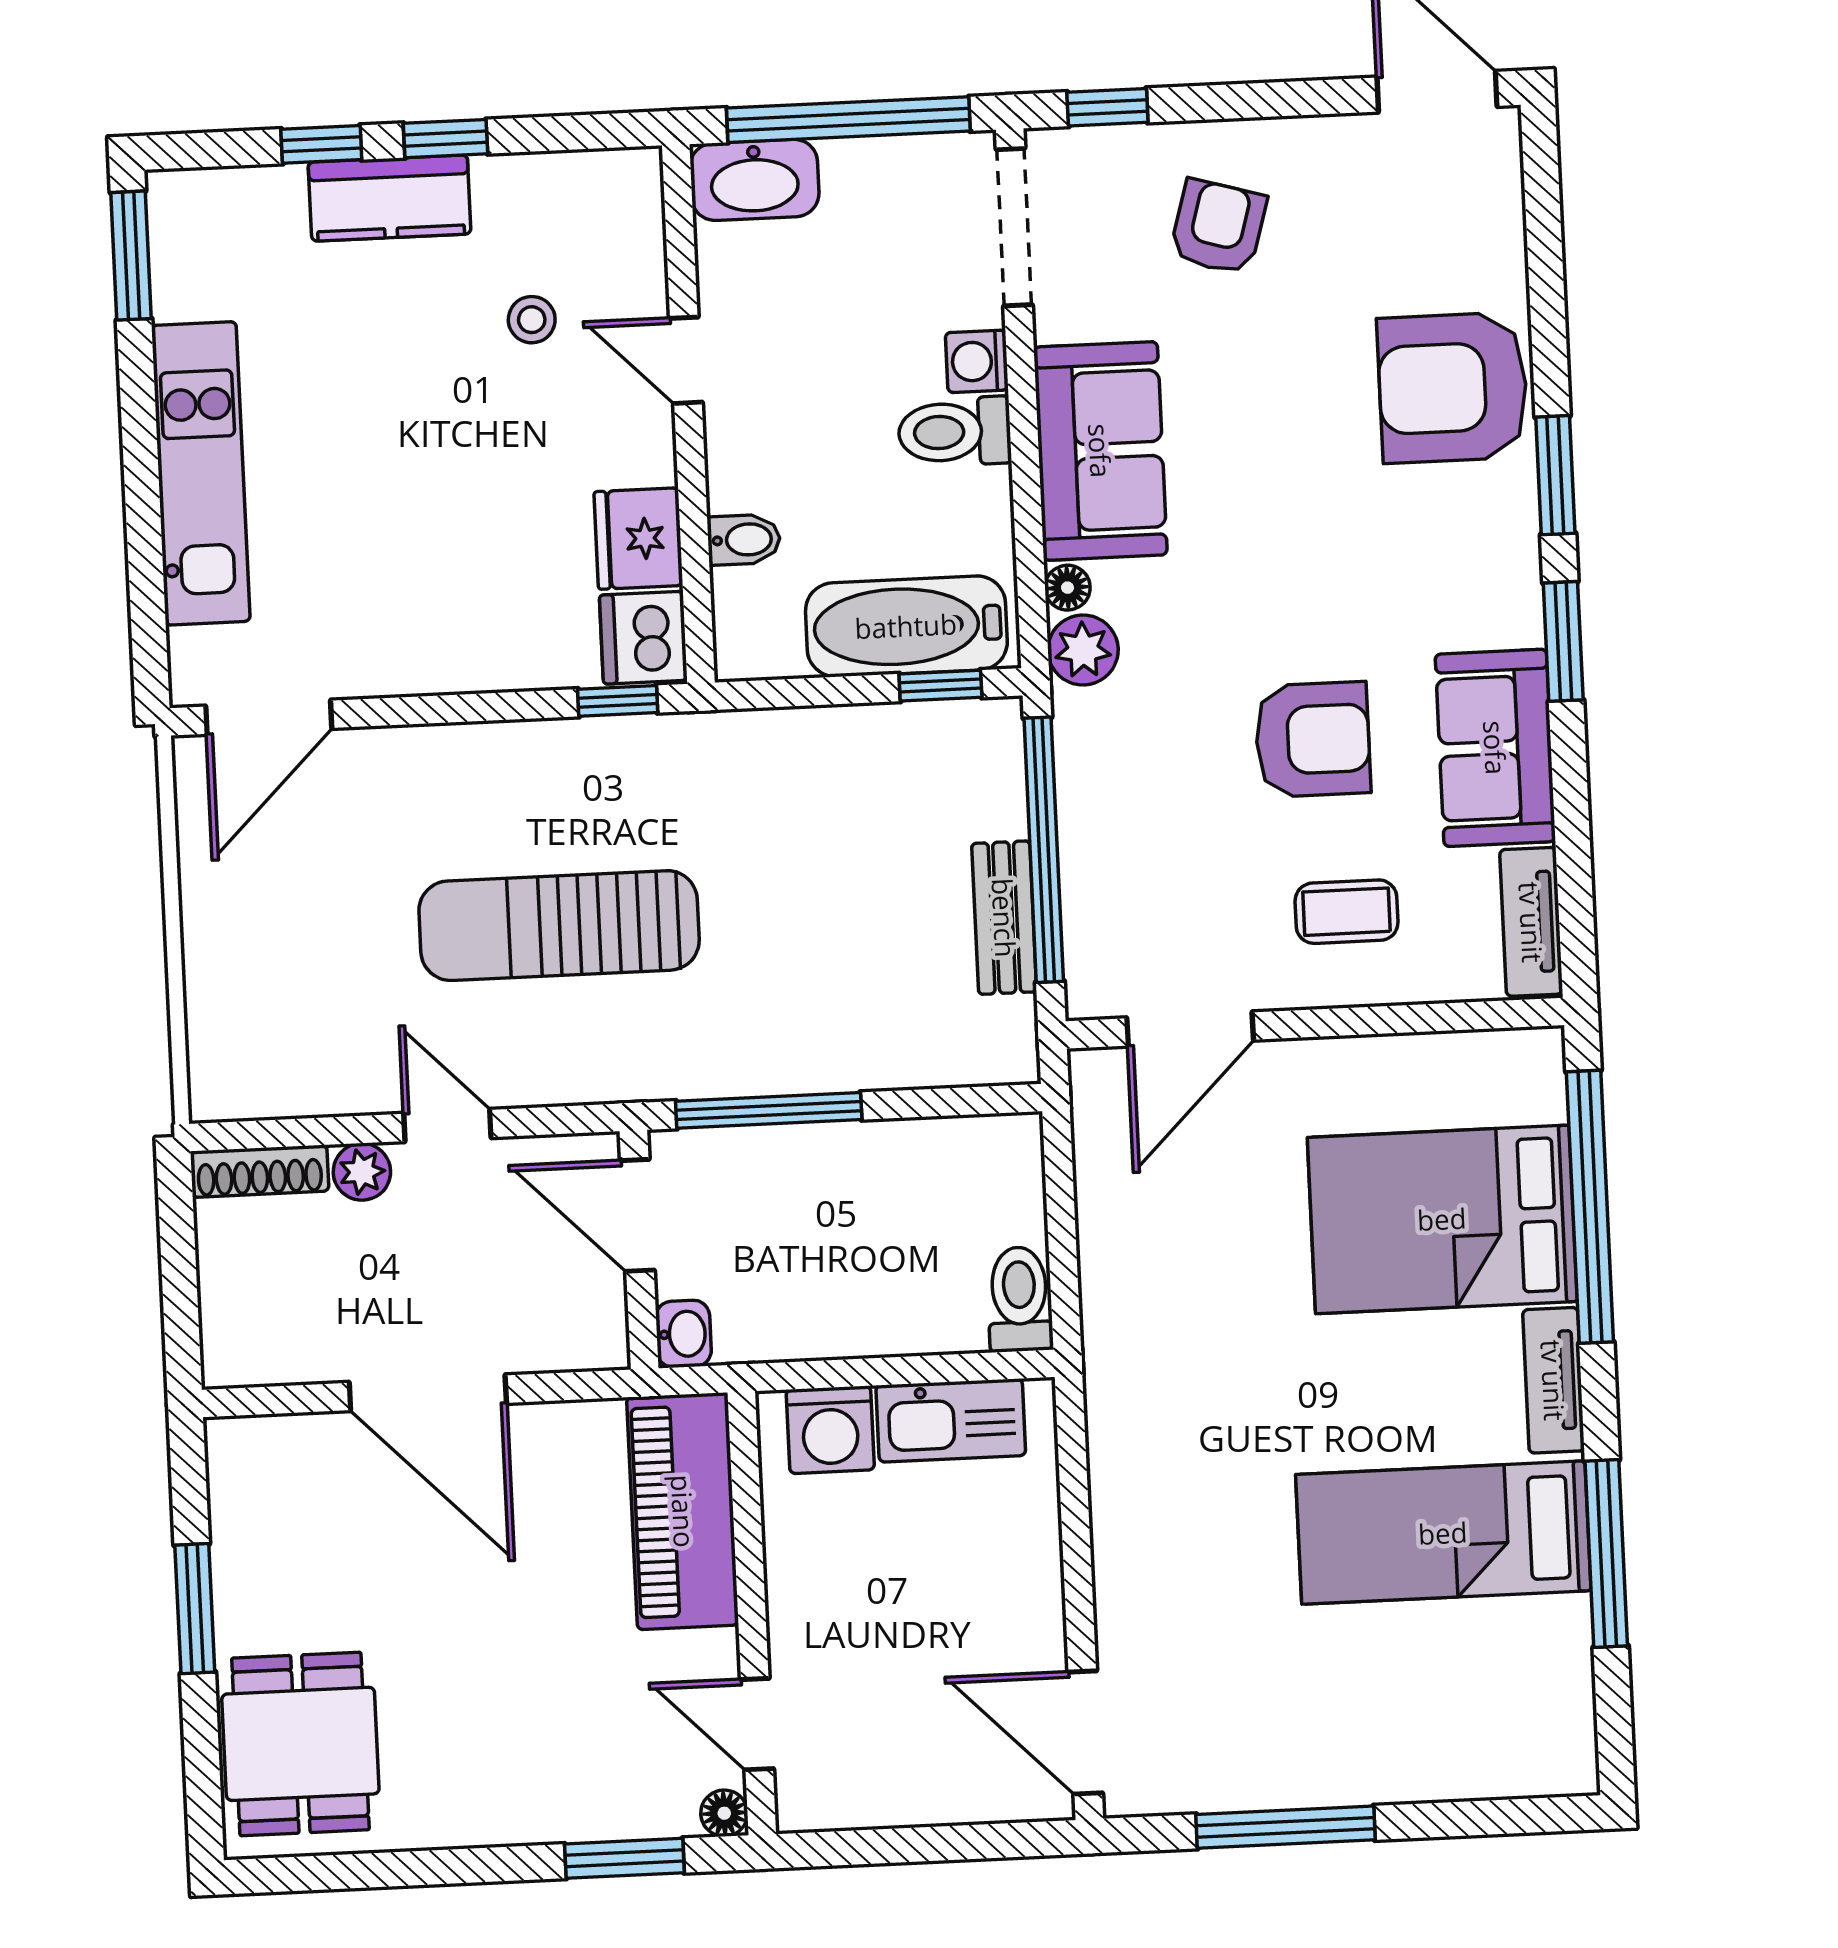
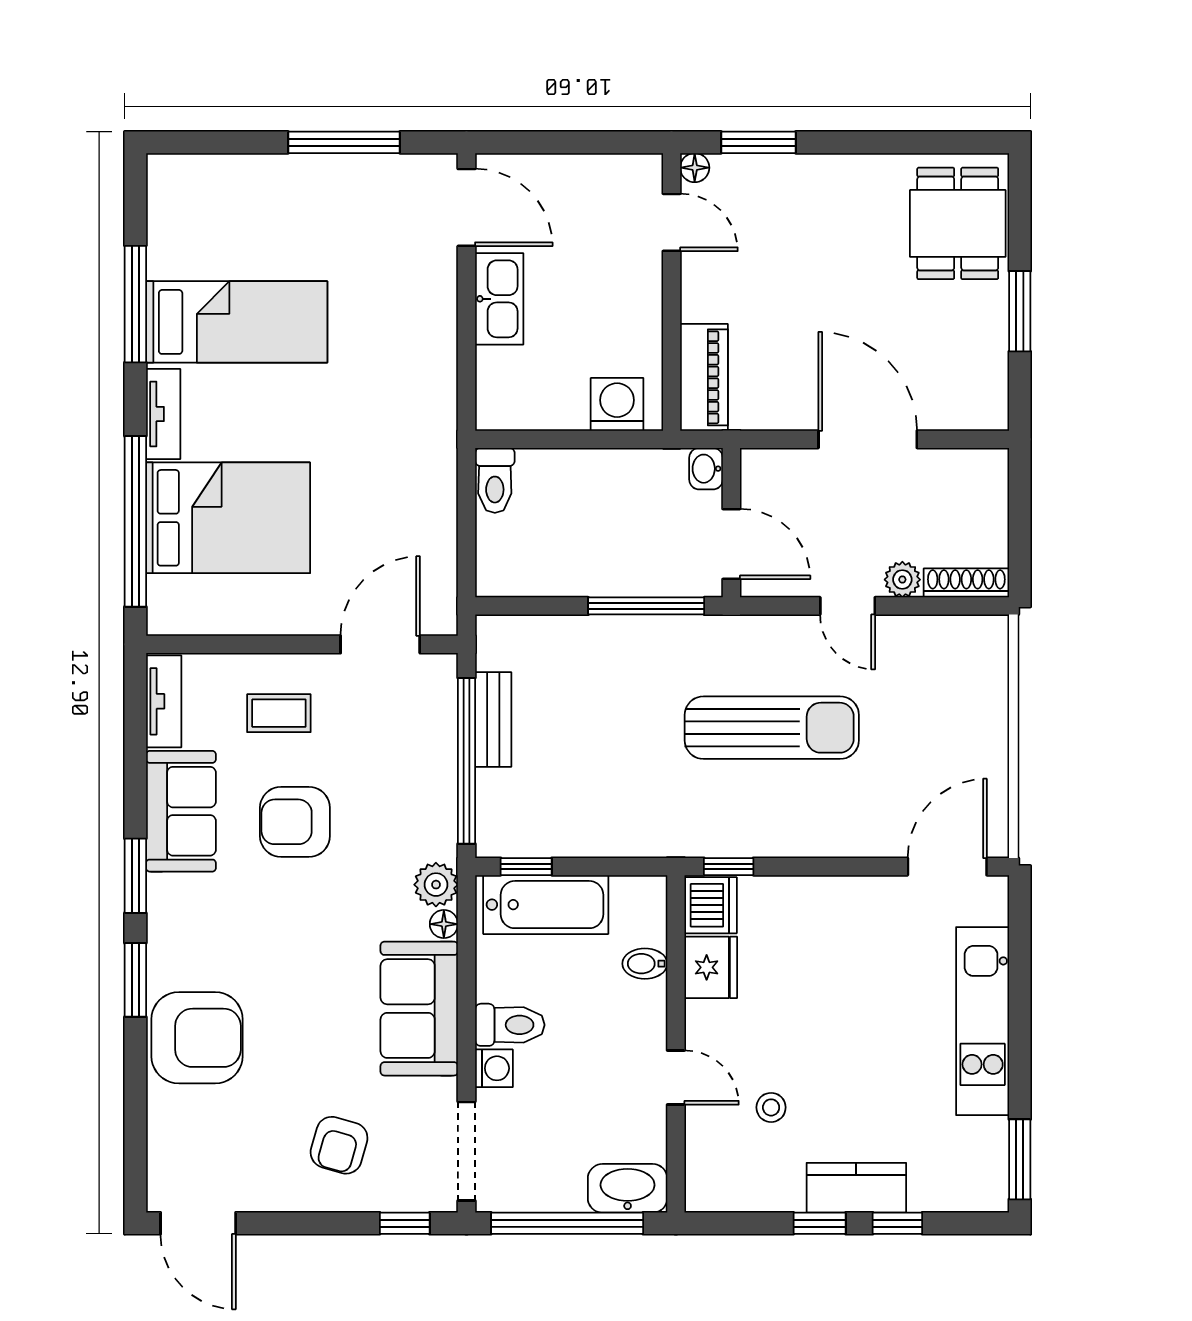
kitchen sink: (951, 1420) -> (499, 299), moved, turned 90
piano: (683, 1511) -> (704, 377), width x0.73, depth x0.75

